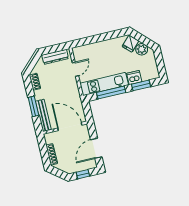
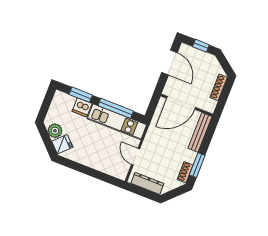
door: (75, 69) -> (136, 157), hinge flipped
window: (33, 106) -> (197, 165), moved
door: (70, 127) -> (181, 103), hinge flipped
door: (96, 148) -> (169, 63), hinge flipped

